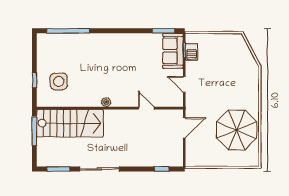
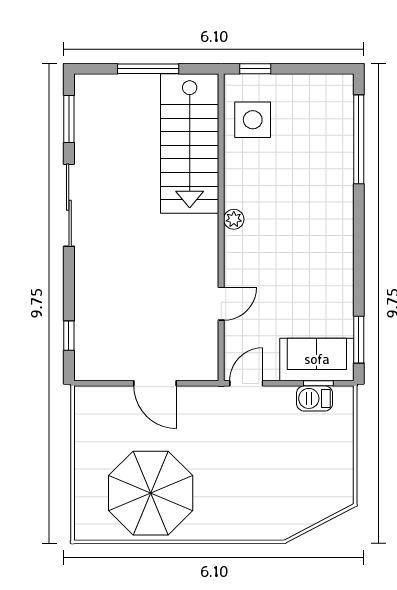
plant: (106, 102) -> (234, 219), moved
wall: (110, 108) -> (221, 227), moved
door: (146, 108) -> (221, 304), moved
stairs: (70, 123) -> (190, 144), moved

